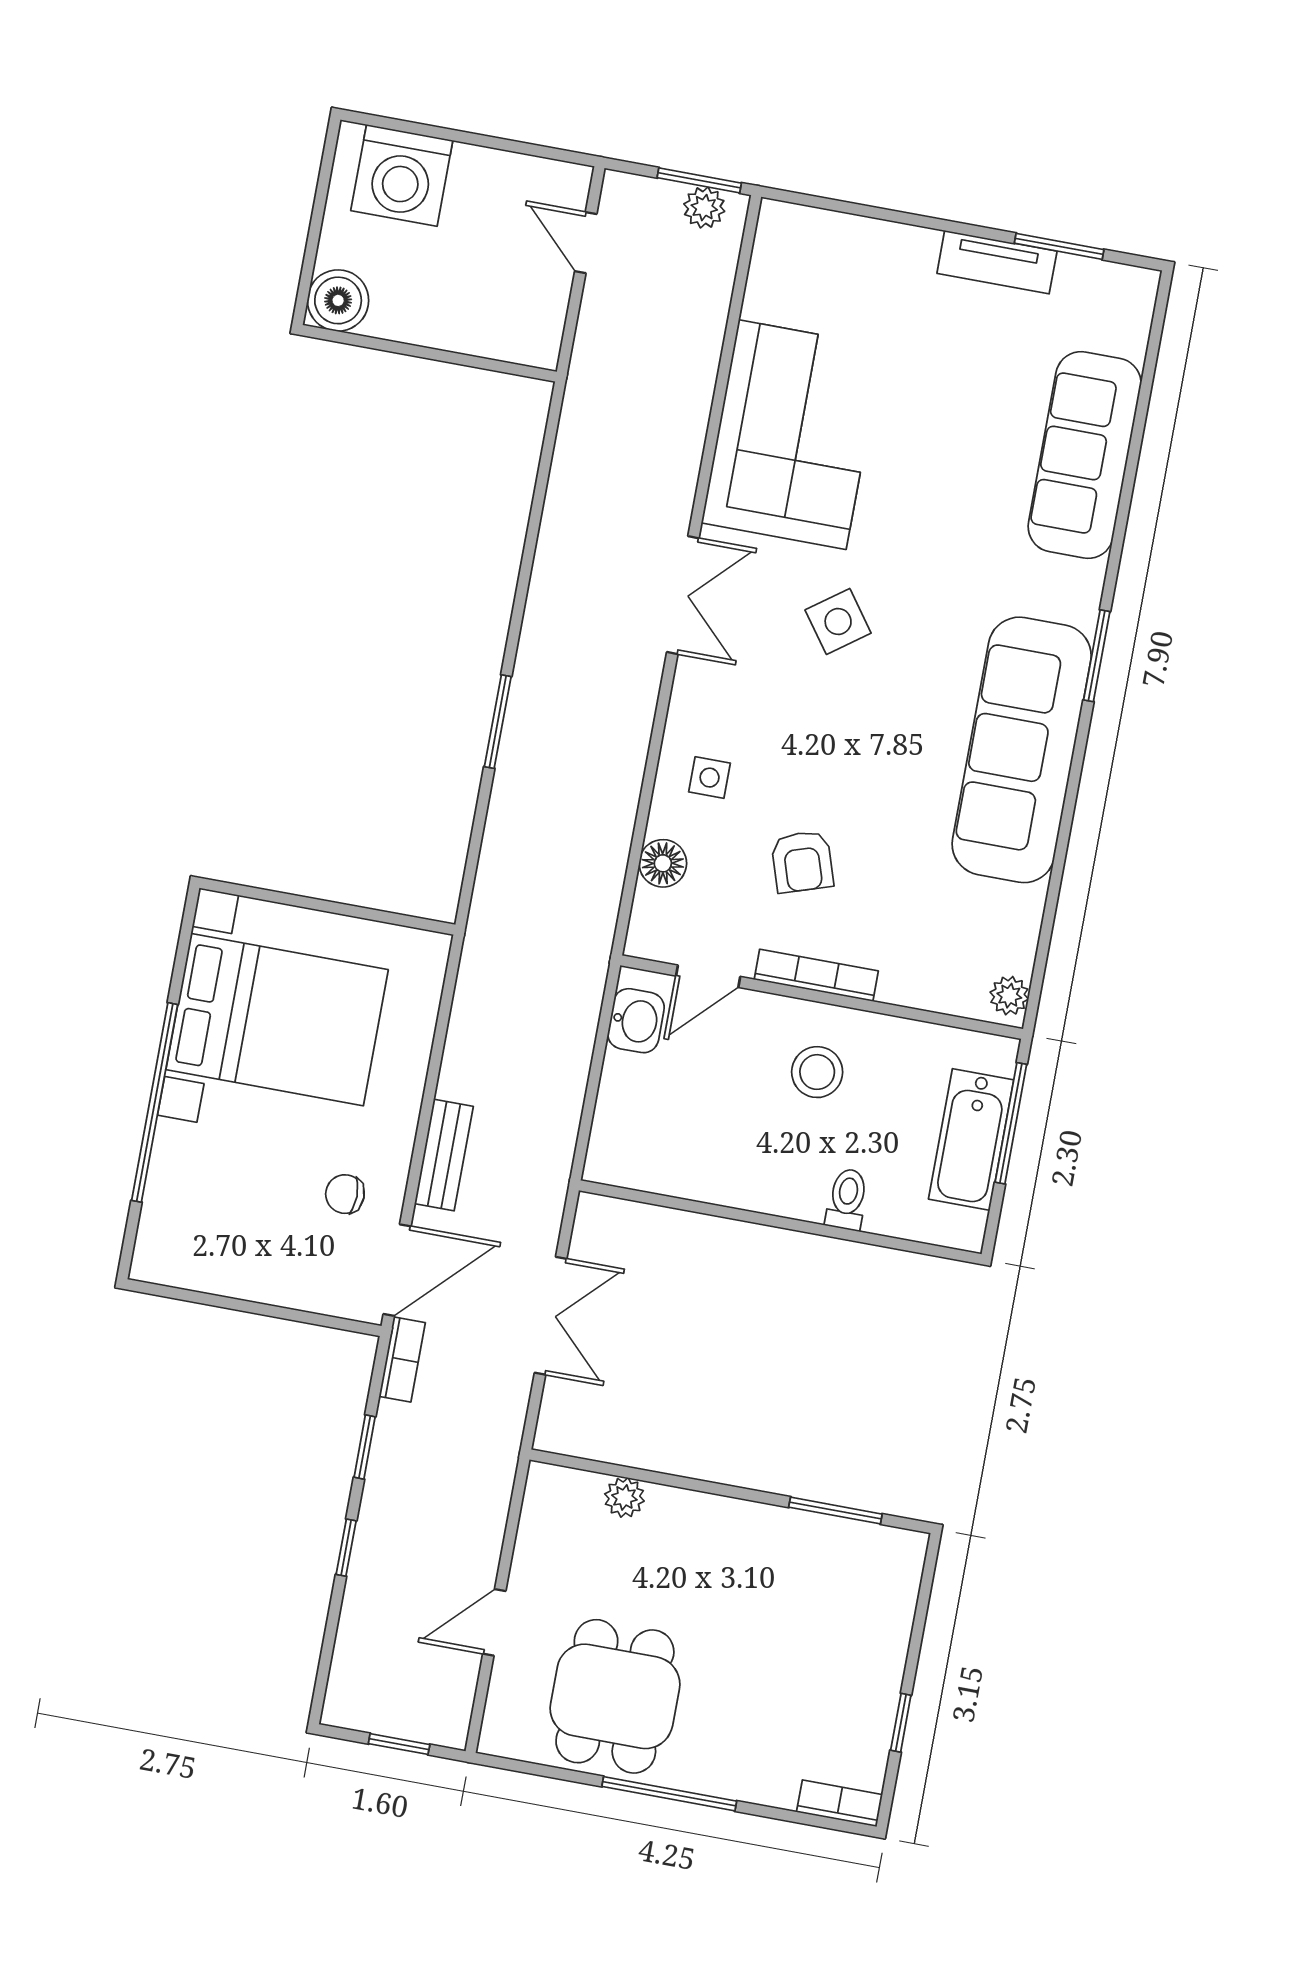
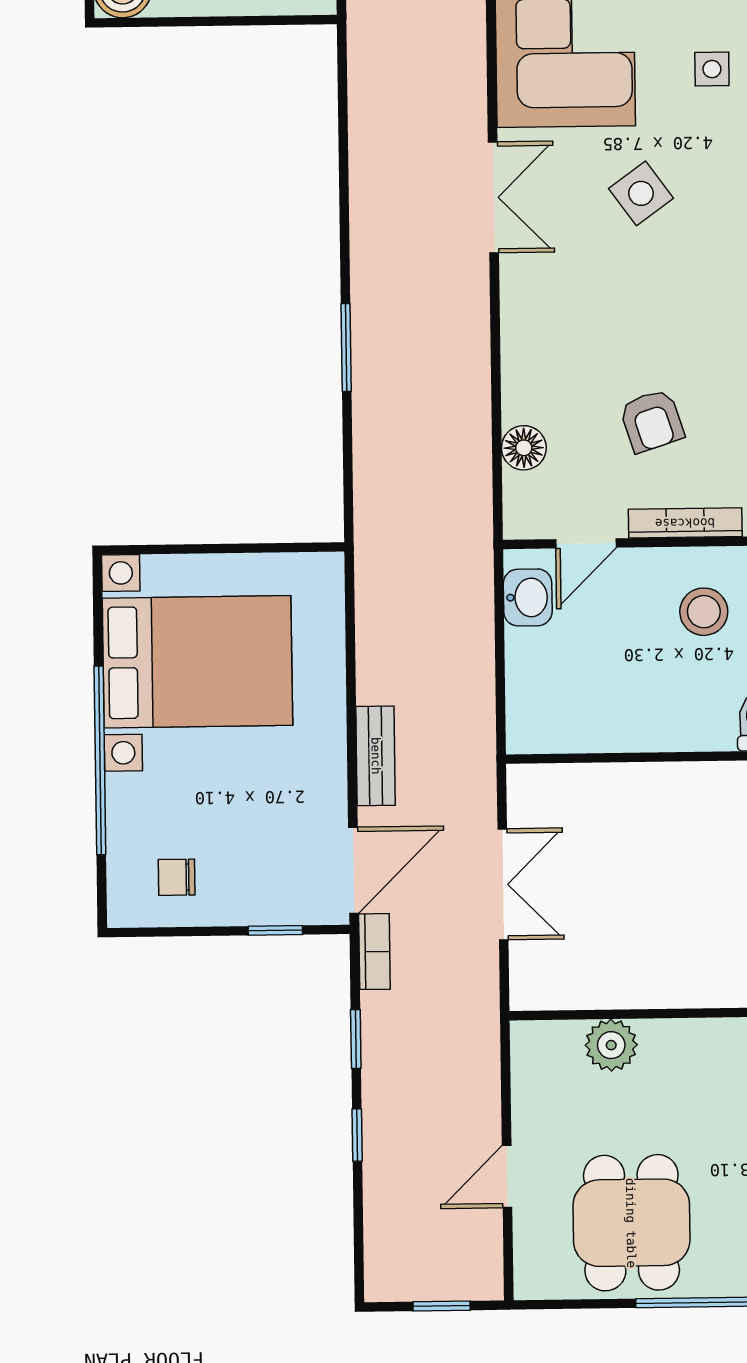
side table: (710, 778) -> (712, 69), moved
chair: (345, 1194) -> (177, 877), moved
window: (303, 1317) -> (275, 930), added
plant: (624, 1497) -> (611, 1045), width x1.38, depth x1.38

